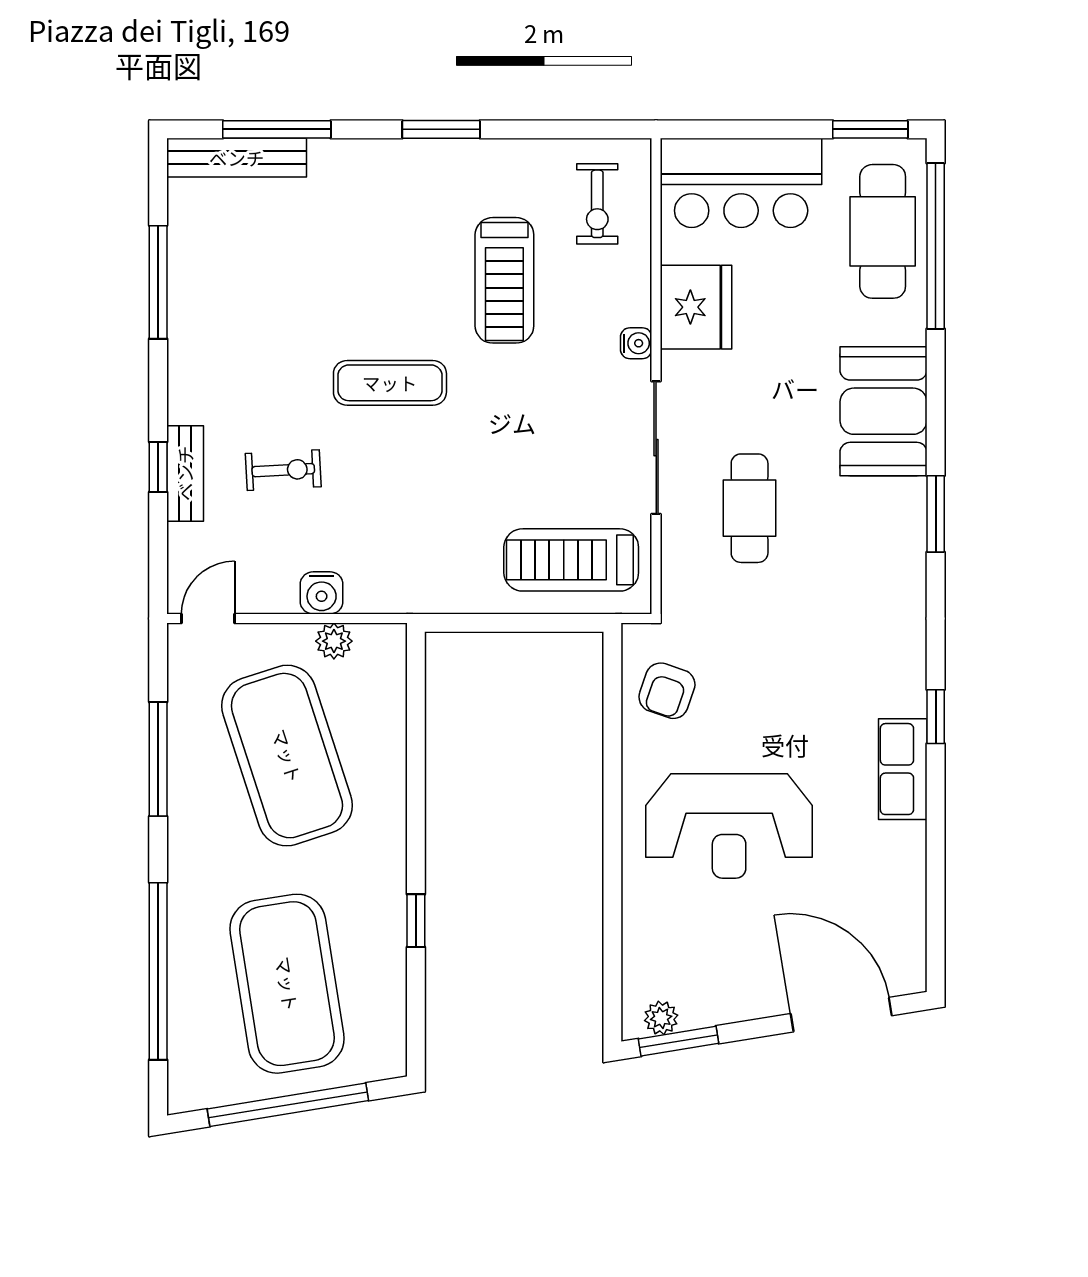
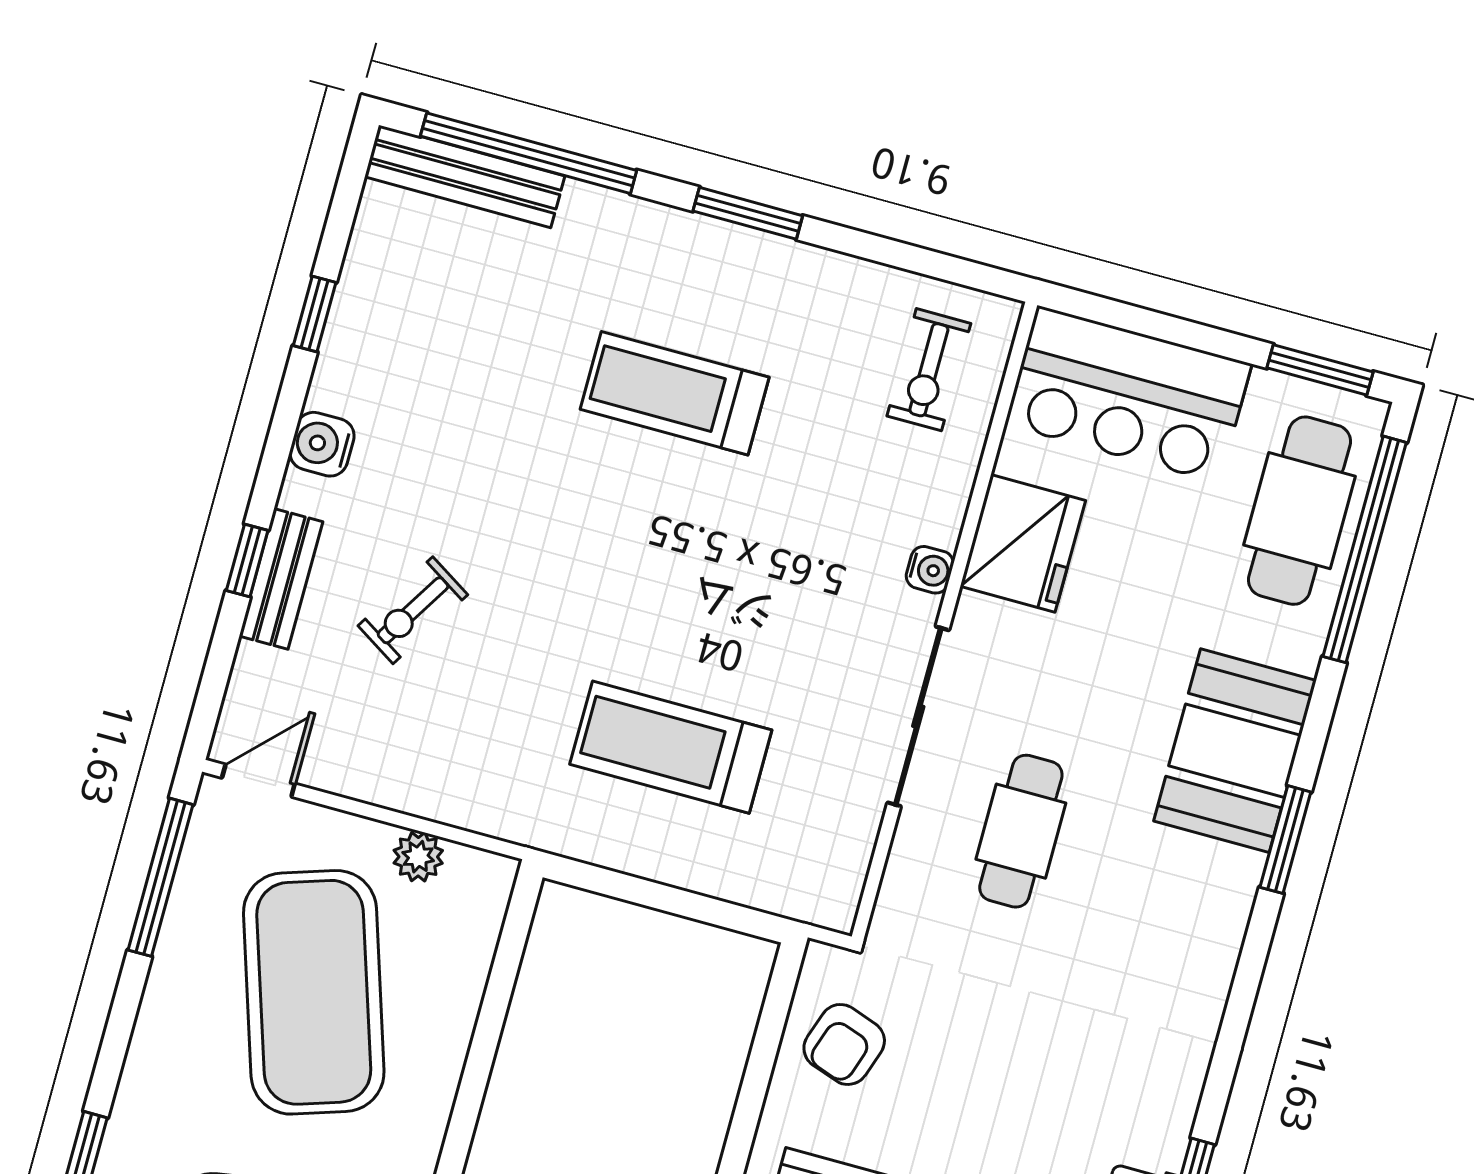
window: (277, 129) -> (529, 153), width x1.46
treadmill: (504, 280) -> (675, 393), moved, turned 90
window: (158, 282) -> (315, 314), width x0.46
exercise mat: (390, 383) -> (587, 533), removed
exercise bike: (283, 470) -> (413, 610), turned 125
window: (936, 514) -> (1285, 840), moved
treadmill: (571, 560) -> (671, 747), moved
water cooler: (322, 593) -> (322, 444), moved, turned 90
window: (158, 759) -> (161, 877), moved

